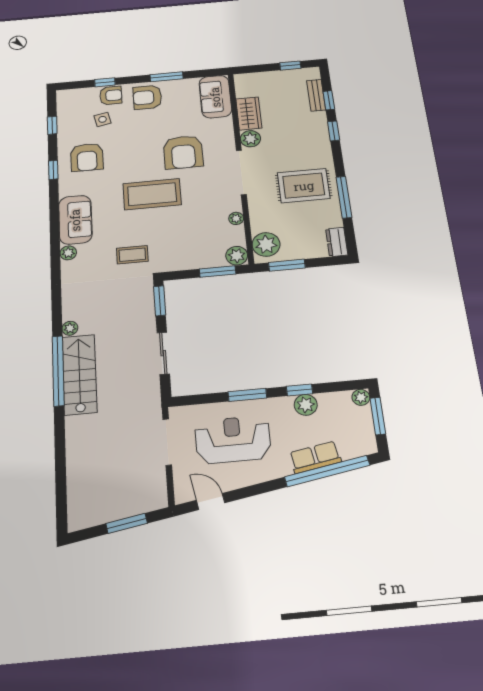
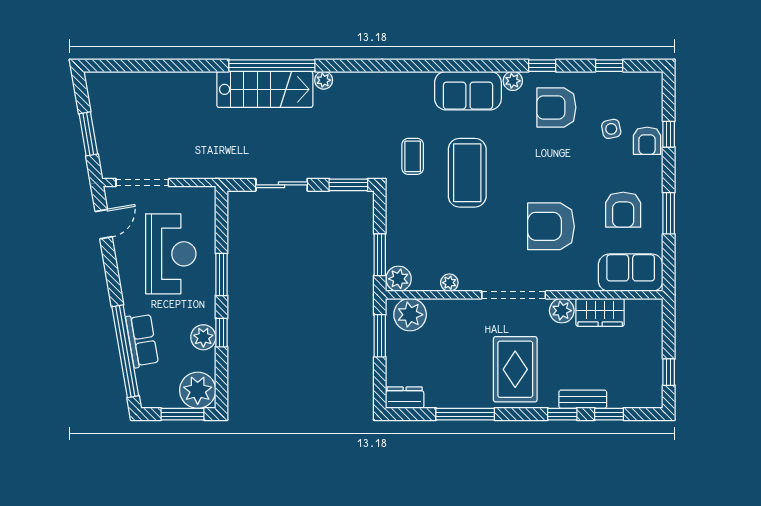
bench: (316, 95) -> (583, 399), moved
armchair: (147, 97) -> (623, 210), moved, turned 180
rug: (304, 186) -> (515, 369), moved
coffee table: (152, 194) -> (467, 173), moved
plant: (68, 253) -> (513, 81), moved
plant: (361, 397) -> (198, 390), width x1.88, depth x1.88
doorway: (167, 442) -> (142, 182), moved

